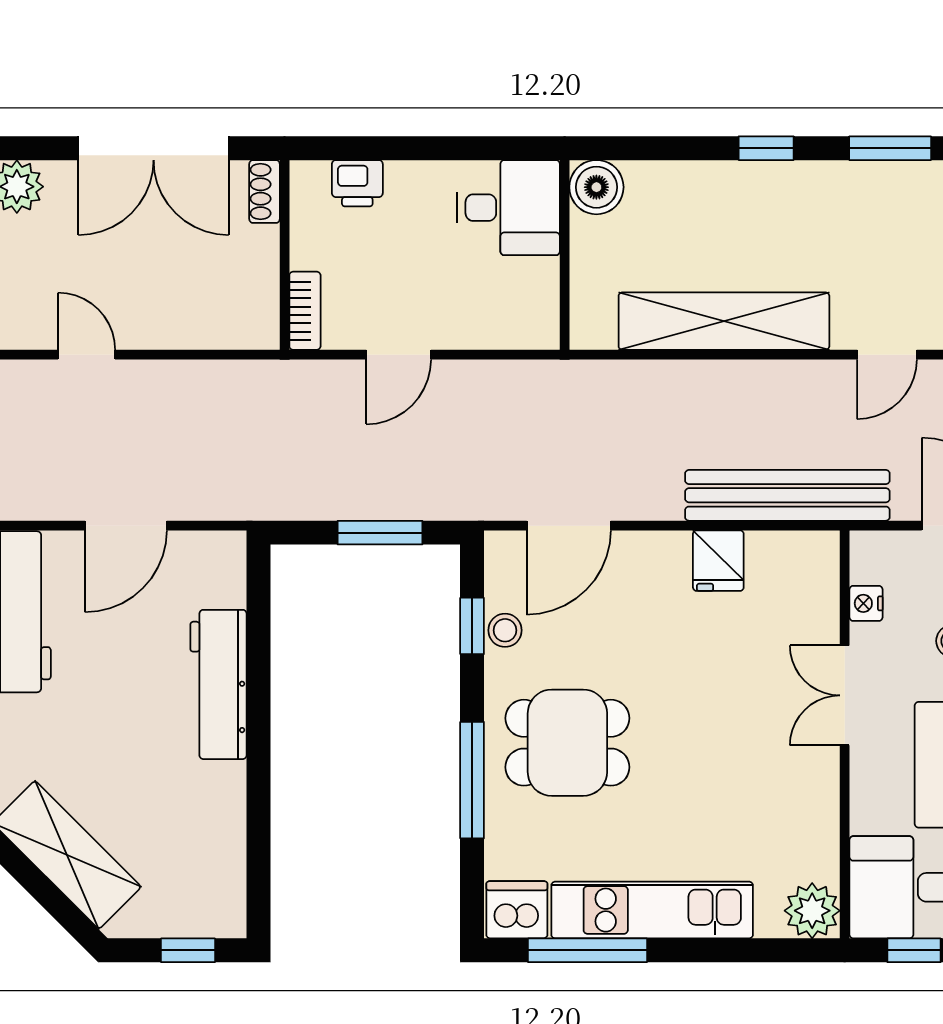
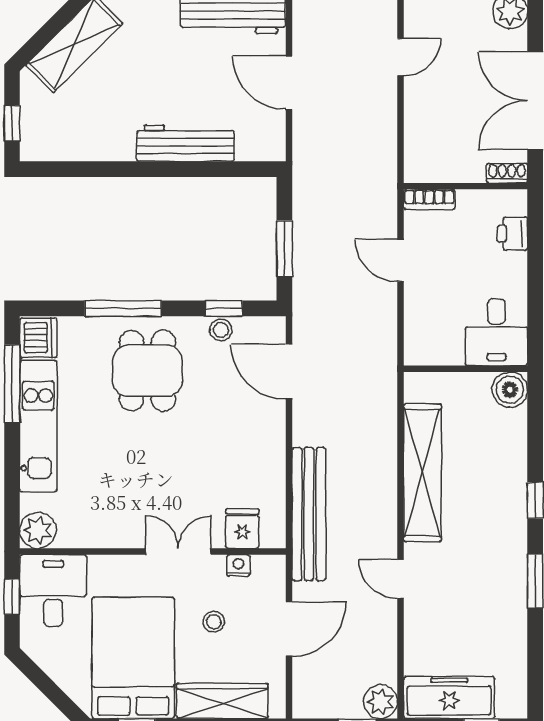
fridge: (718, 561) -> (242, 529), moved, turned 90

